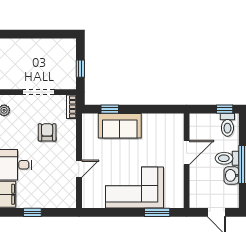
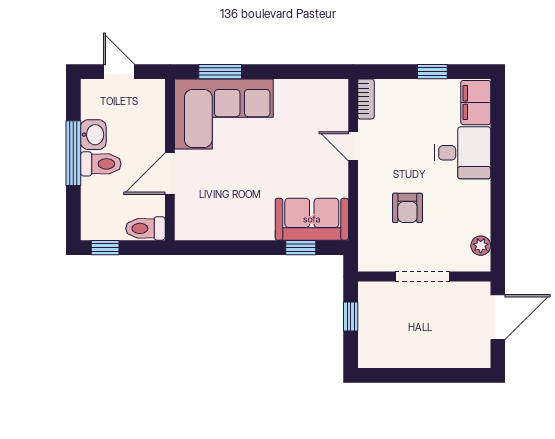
bookcase: (71, 107) -> (366, 99), moved
toilet: (227, 125) -> (145, 228), moved, turned -90
sofa: (120, 126) -> (312, 219), moved
door: (79, 169) -> (353, 146), hinge flipped
corner sofa: (135, 188) -> (224, 114), moved

